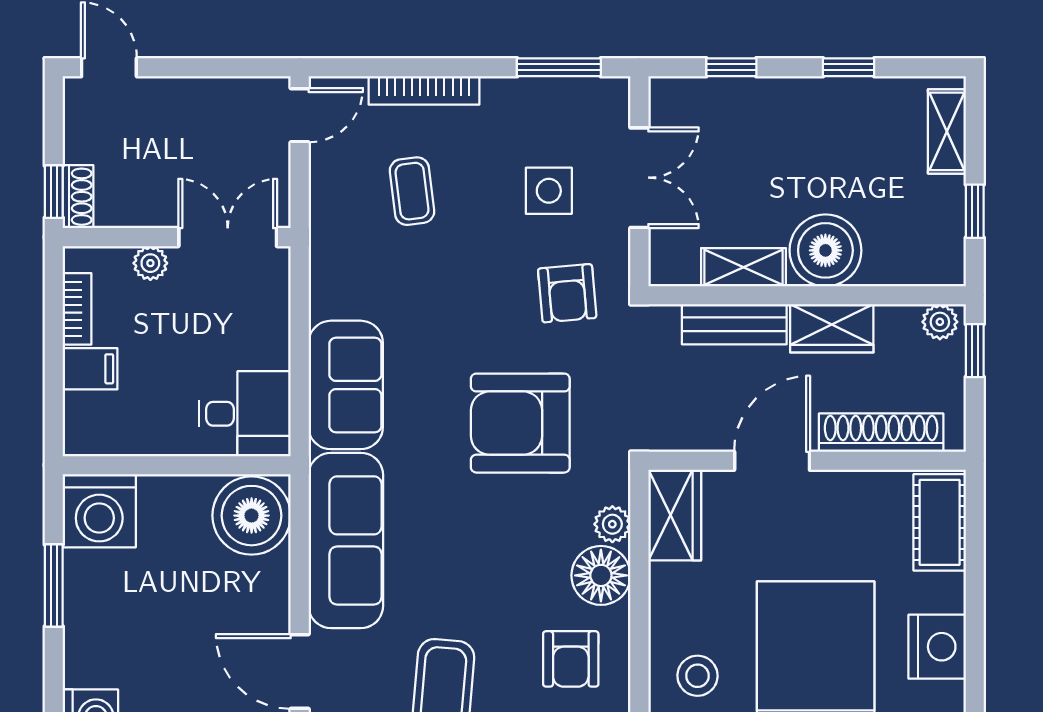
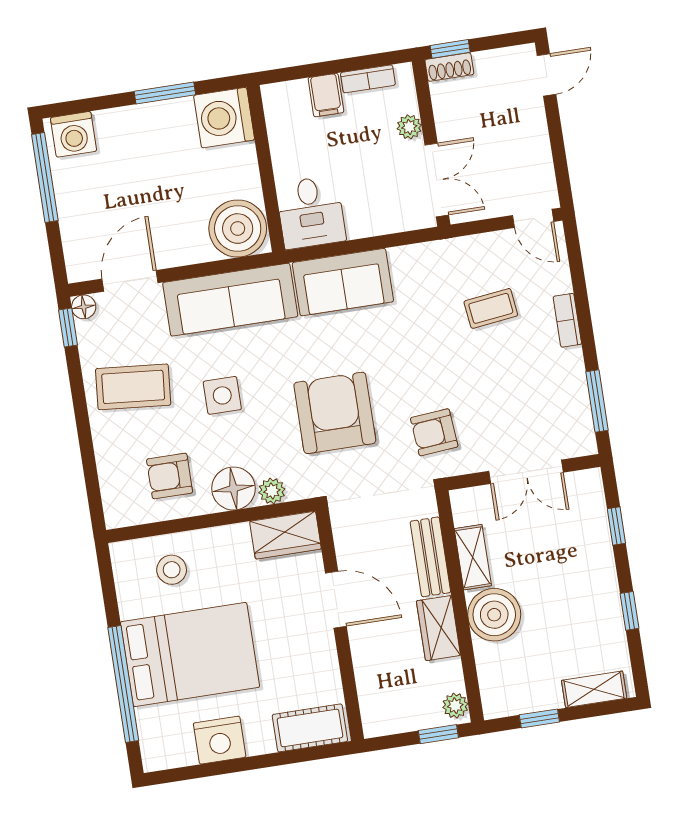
bookcase: (424, 90) -> (567, 320), width x0.64
side table: (549, 191) -> (222, 395), moved
shoe rack: (881, 433) -> (368, 675), removed

